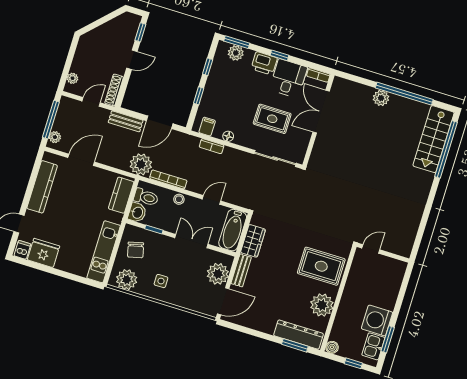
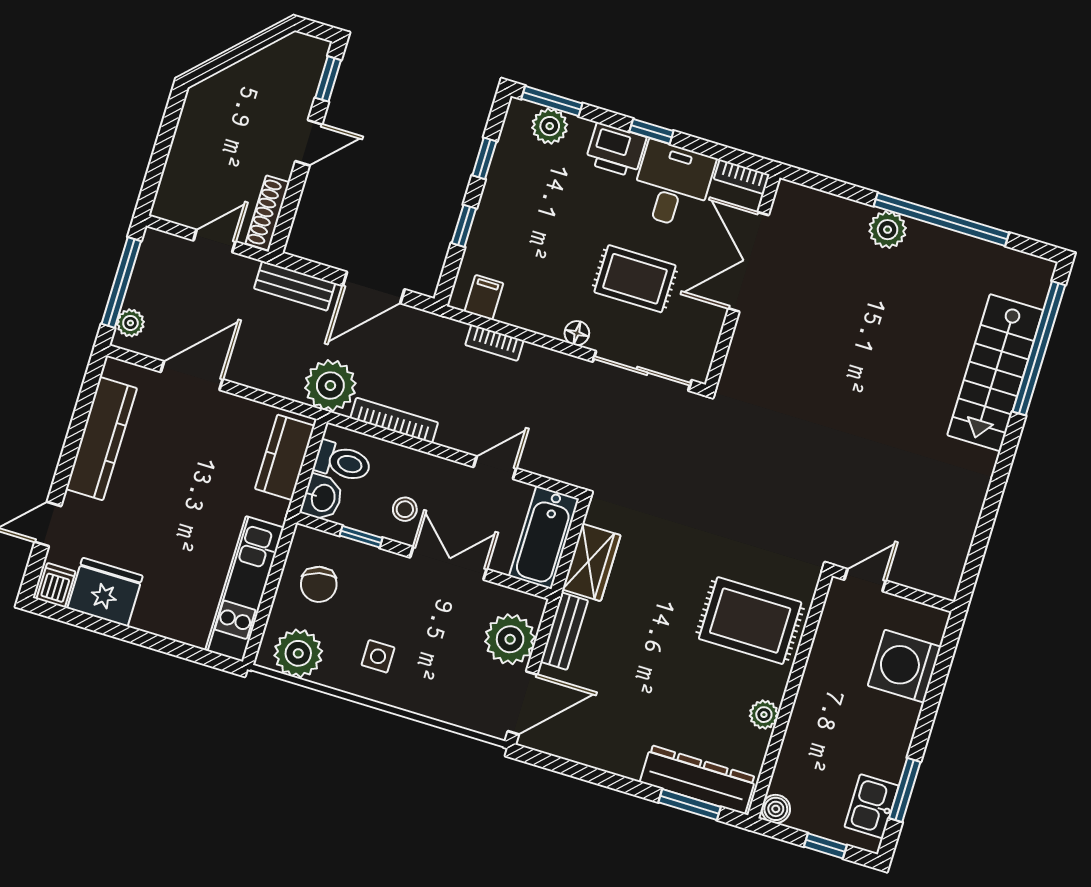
plant: (73, 78) -> (171, 186), removed
floor lamp: (228, 136) -> (577, 333), moved
stairs: (434, 139) -> (995, 373), moved
stool: (179, 199) -> (405, 509), moved
plant: (322, 305) -> (764, 715), width x0.53, depth x0.53
washing machine: (377, 320) -> (904, 666), moved

